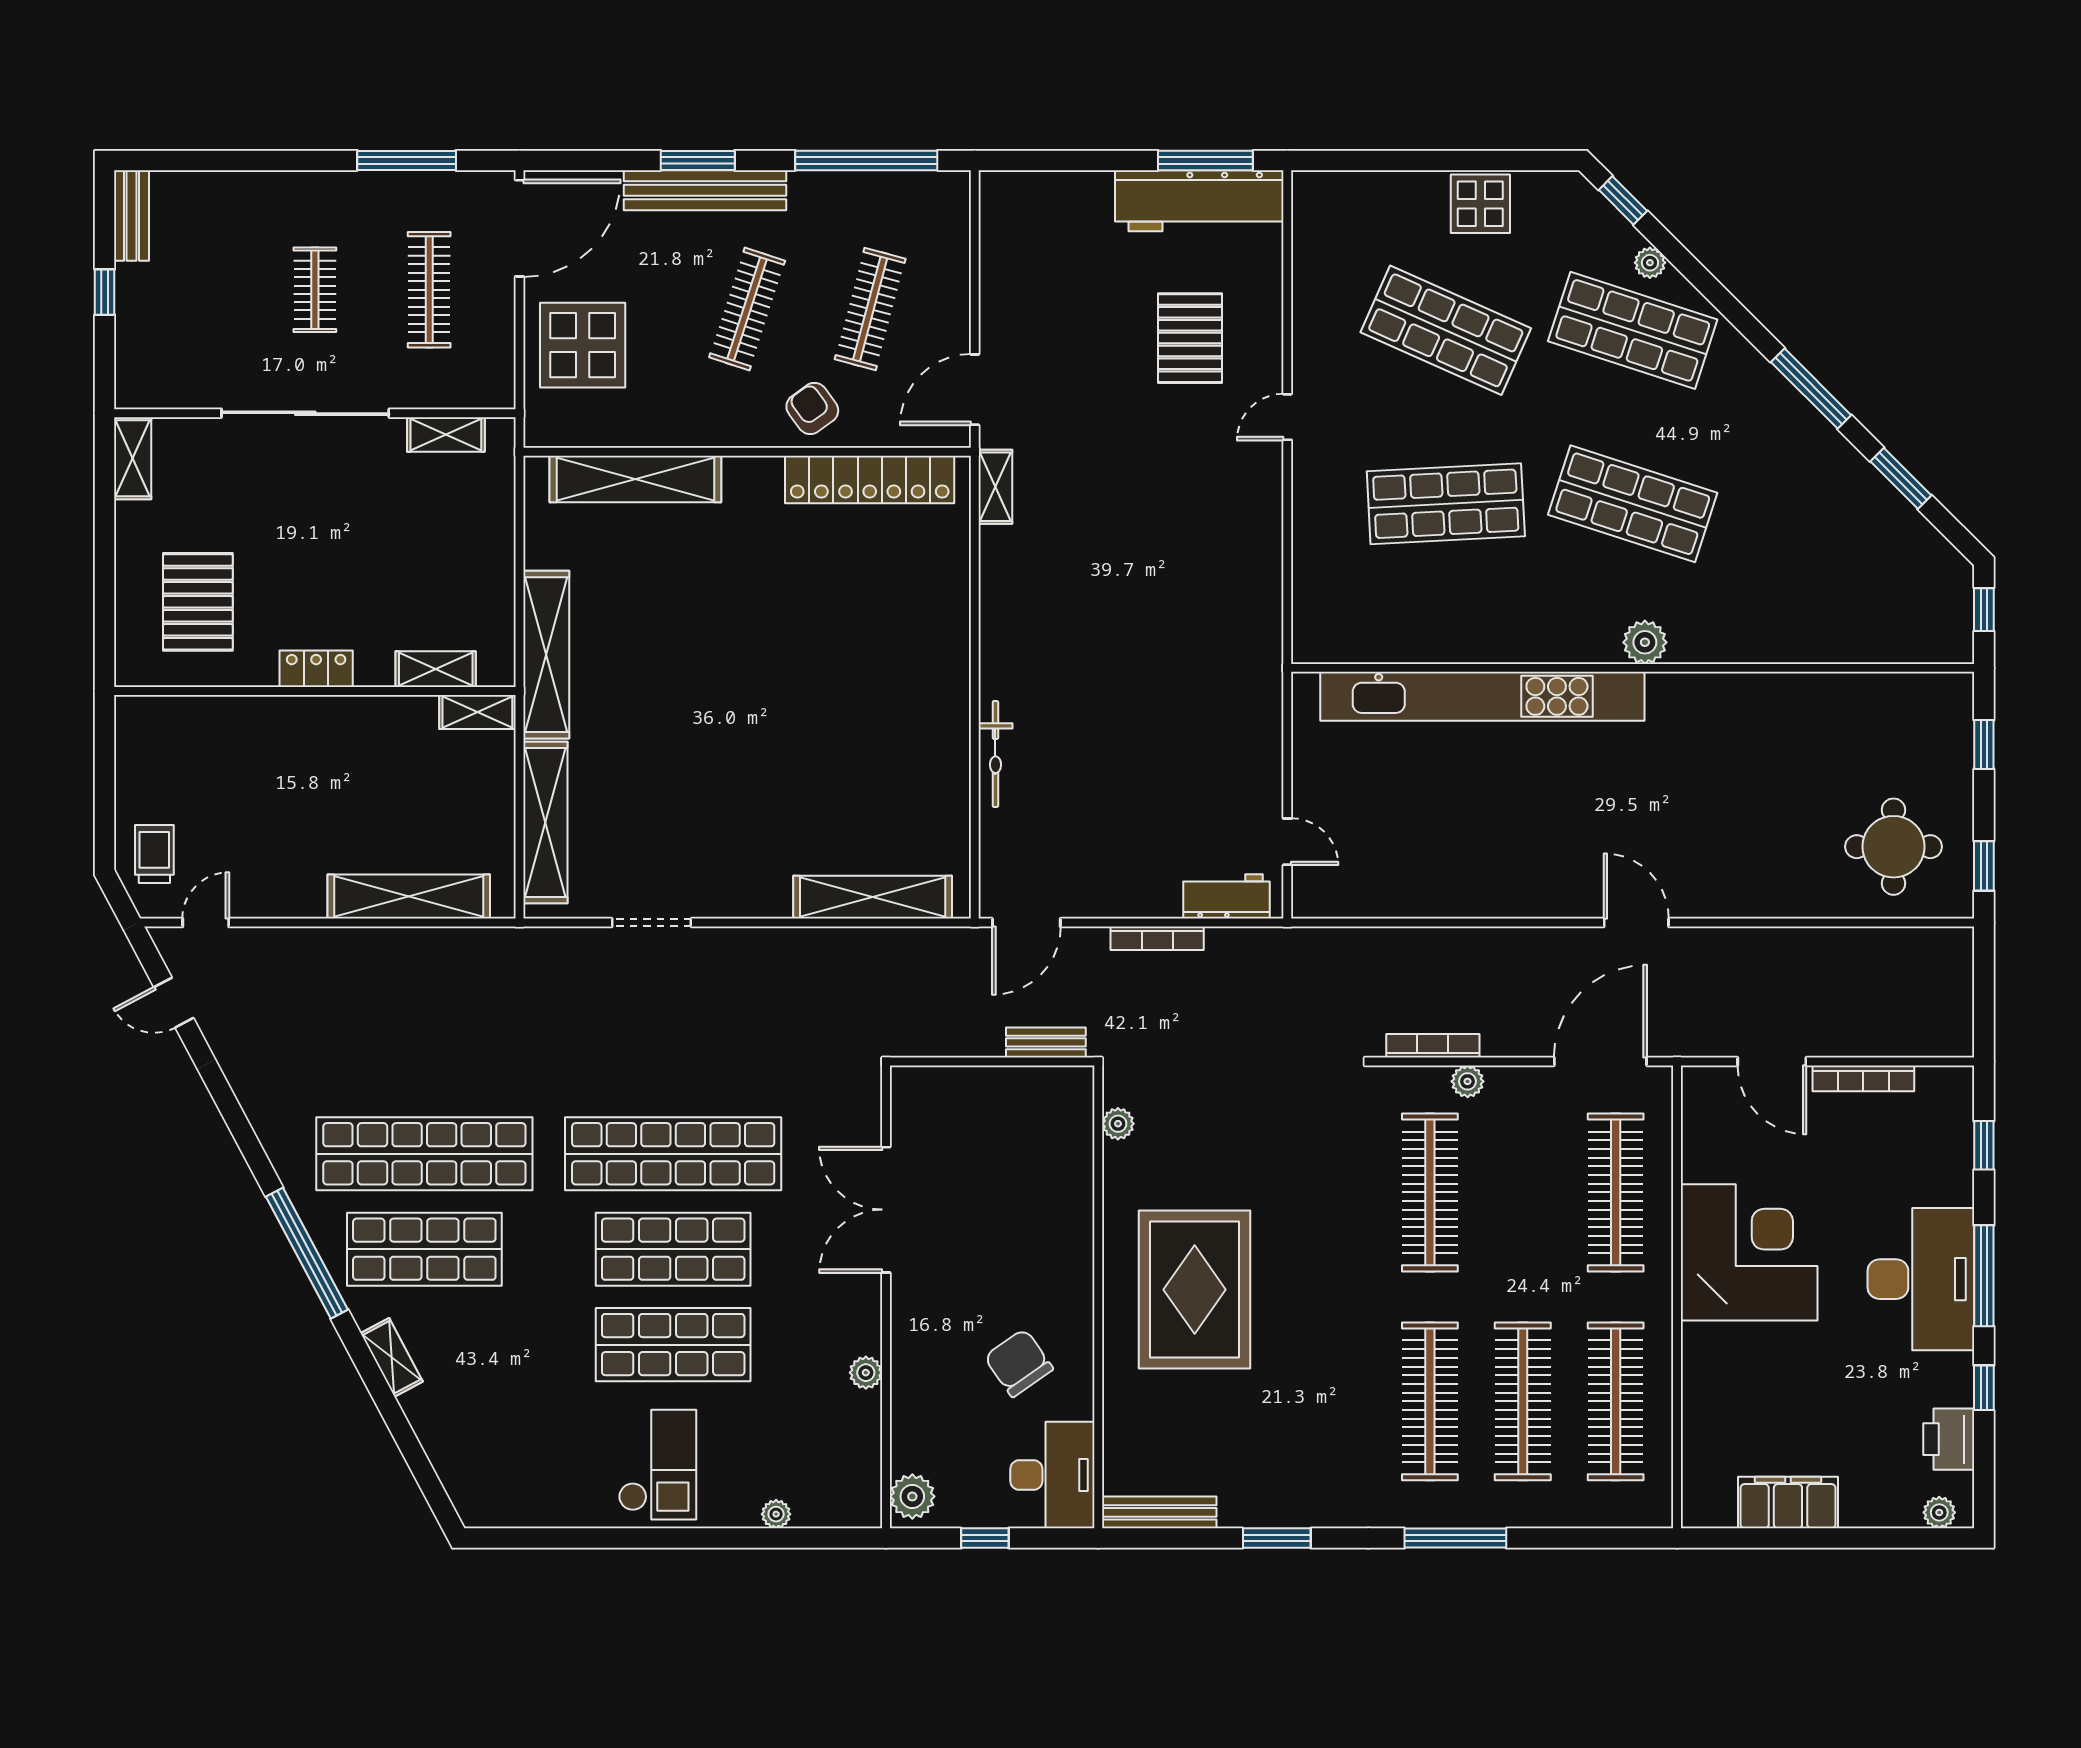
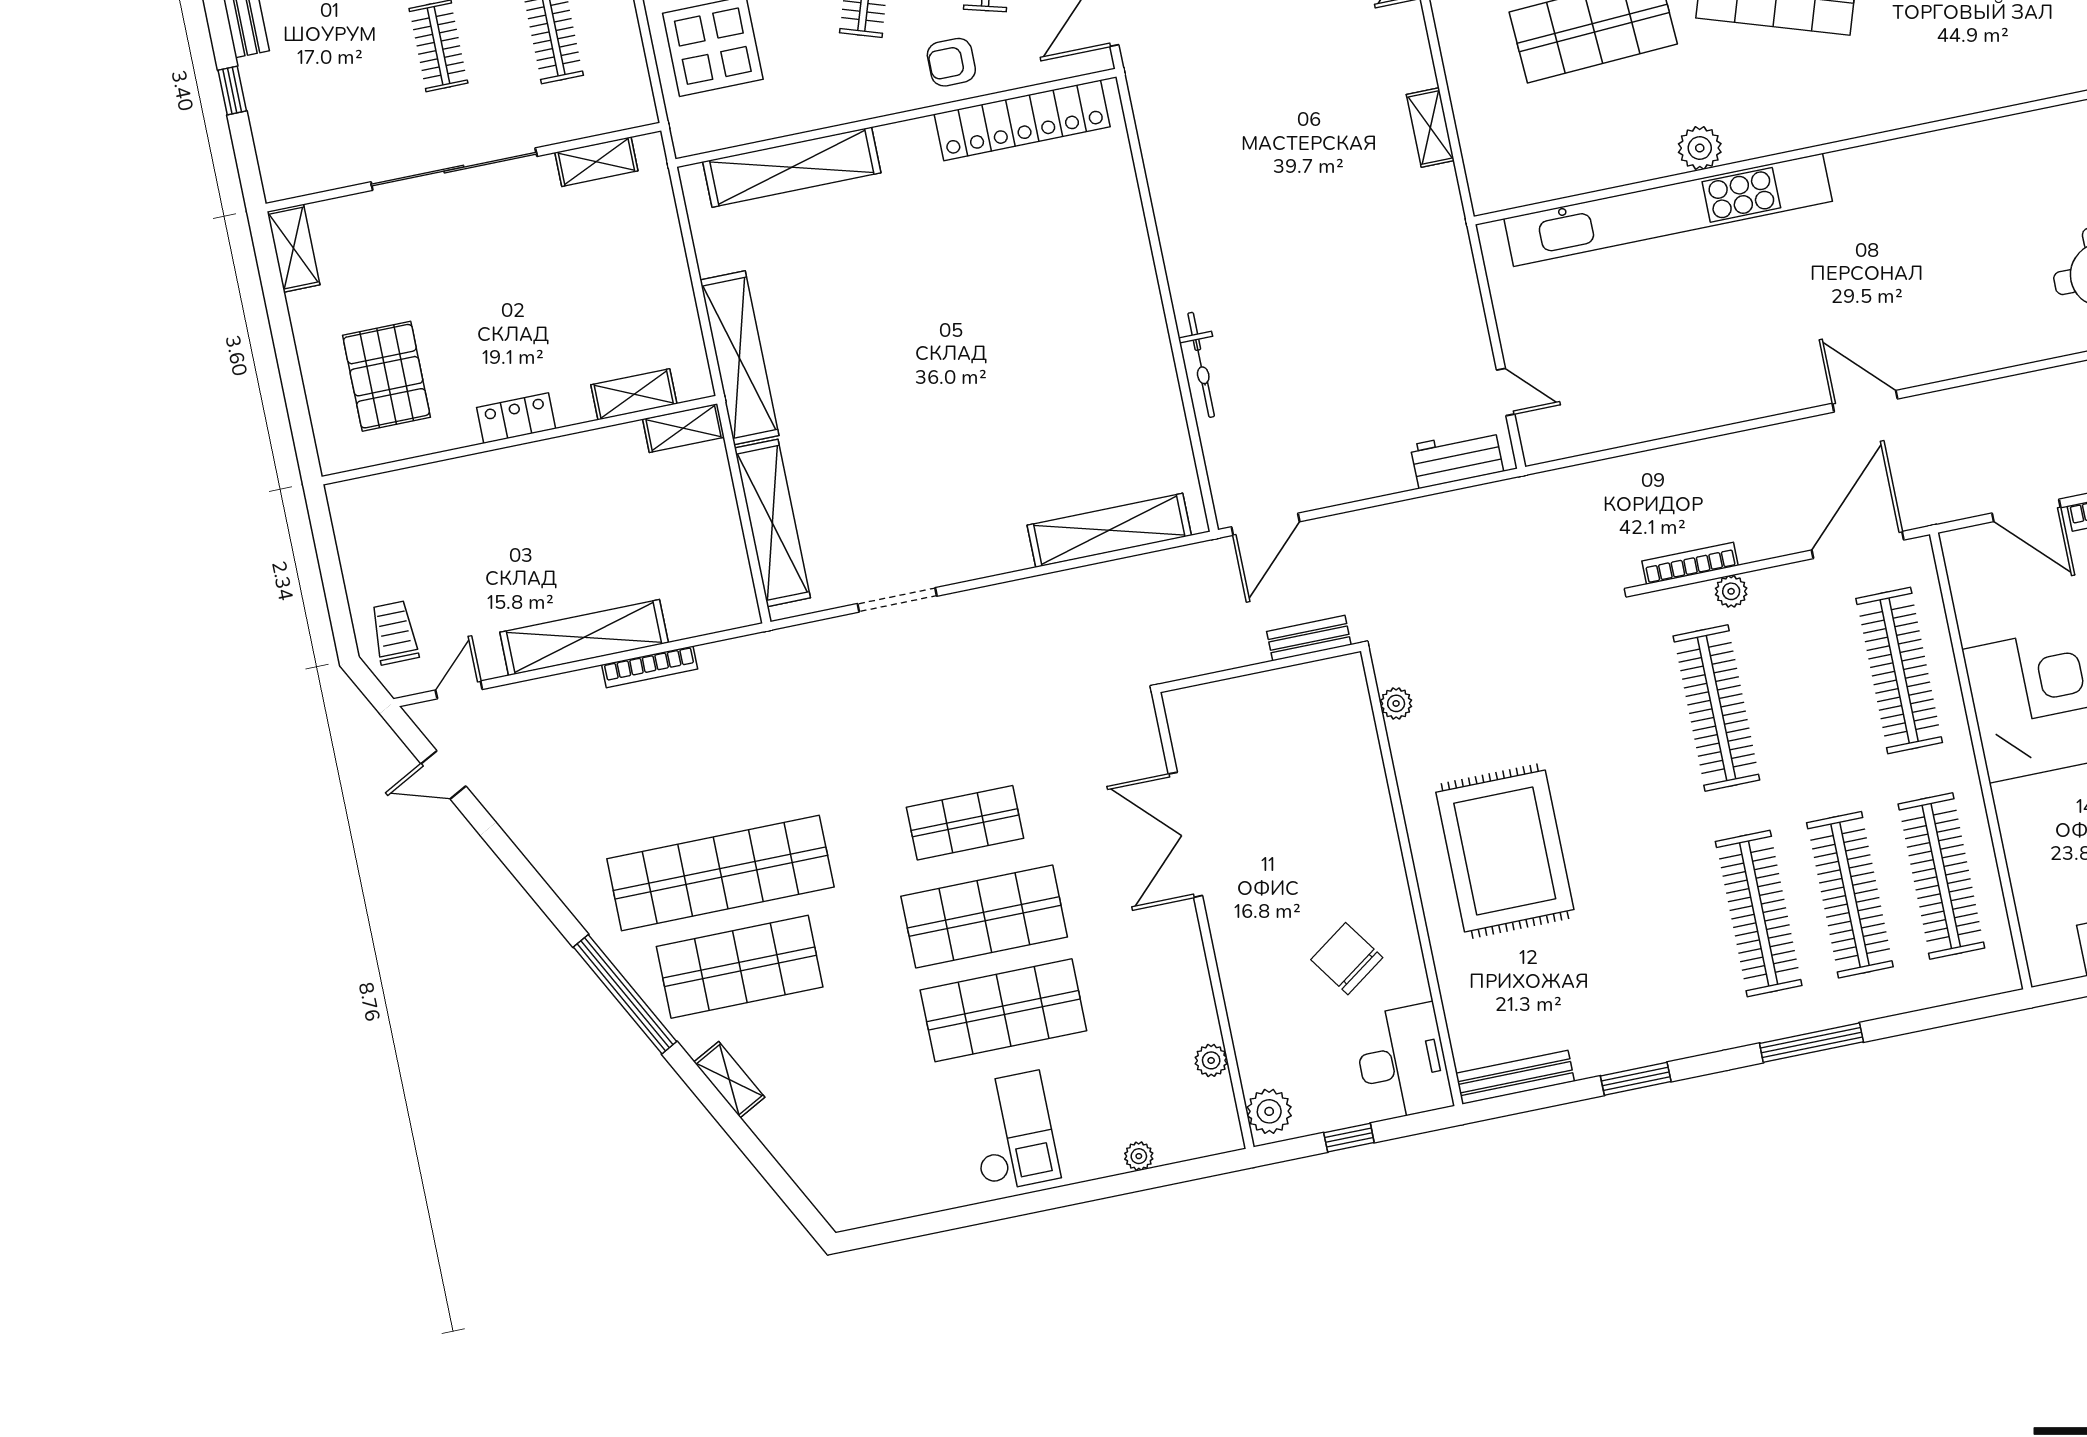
armchair: (812, 409) -> (951, 62), turned -54
shelving: (995, 487) -> (1430, 128), moved
plant: (1645, 642) -> (1700, 148), moved
shelving: (409, 897) -> (584, 638), moved
bookcase: (1157, 938) -> (650, 667), moved
shop shelf: (673, 1154) -> (965, 823), width x0.50, depth x0.74
plant: (866, 1373) -> (1211, 1060), moved

